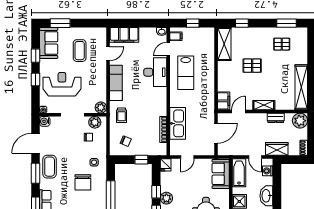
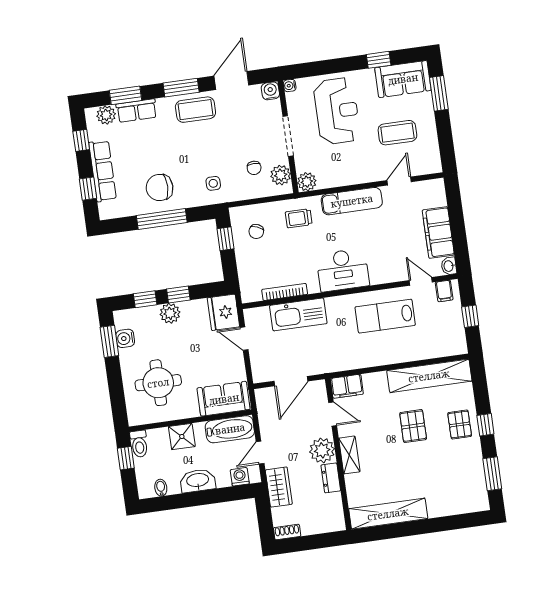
window: (242, 23) -> (485, 425), moved
filing cabinet: (124, 35) -> (438, 233), moved
shelving: (224, 44) -> (429, 376), width x1.47
pallet: (282, 44) -> (460, 424), moved
door: (108, 54) -> (399, 181), swing flipped
desk: (155, 72) -> (343, 270), moved
window: (36, 80) -> (338, 65), removed
plant: (300, 121) -> (322, 450), moved
door: (216, 133) -> (291, 381), hinge flipped
door: (36, 143) -> (231, 80), hinge flipped
window: (141, 160) -> (226, 239), moved
fridge: (166, 165) -> (223, 312), width x1.88, depth x1.34
chair: (83, 182) -> (160, 188), moved

